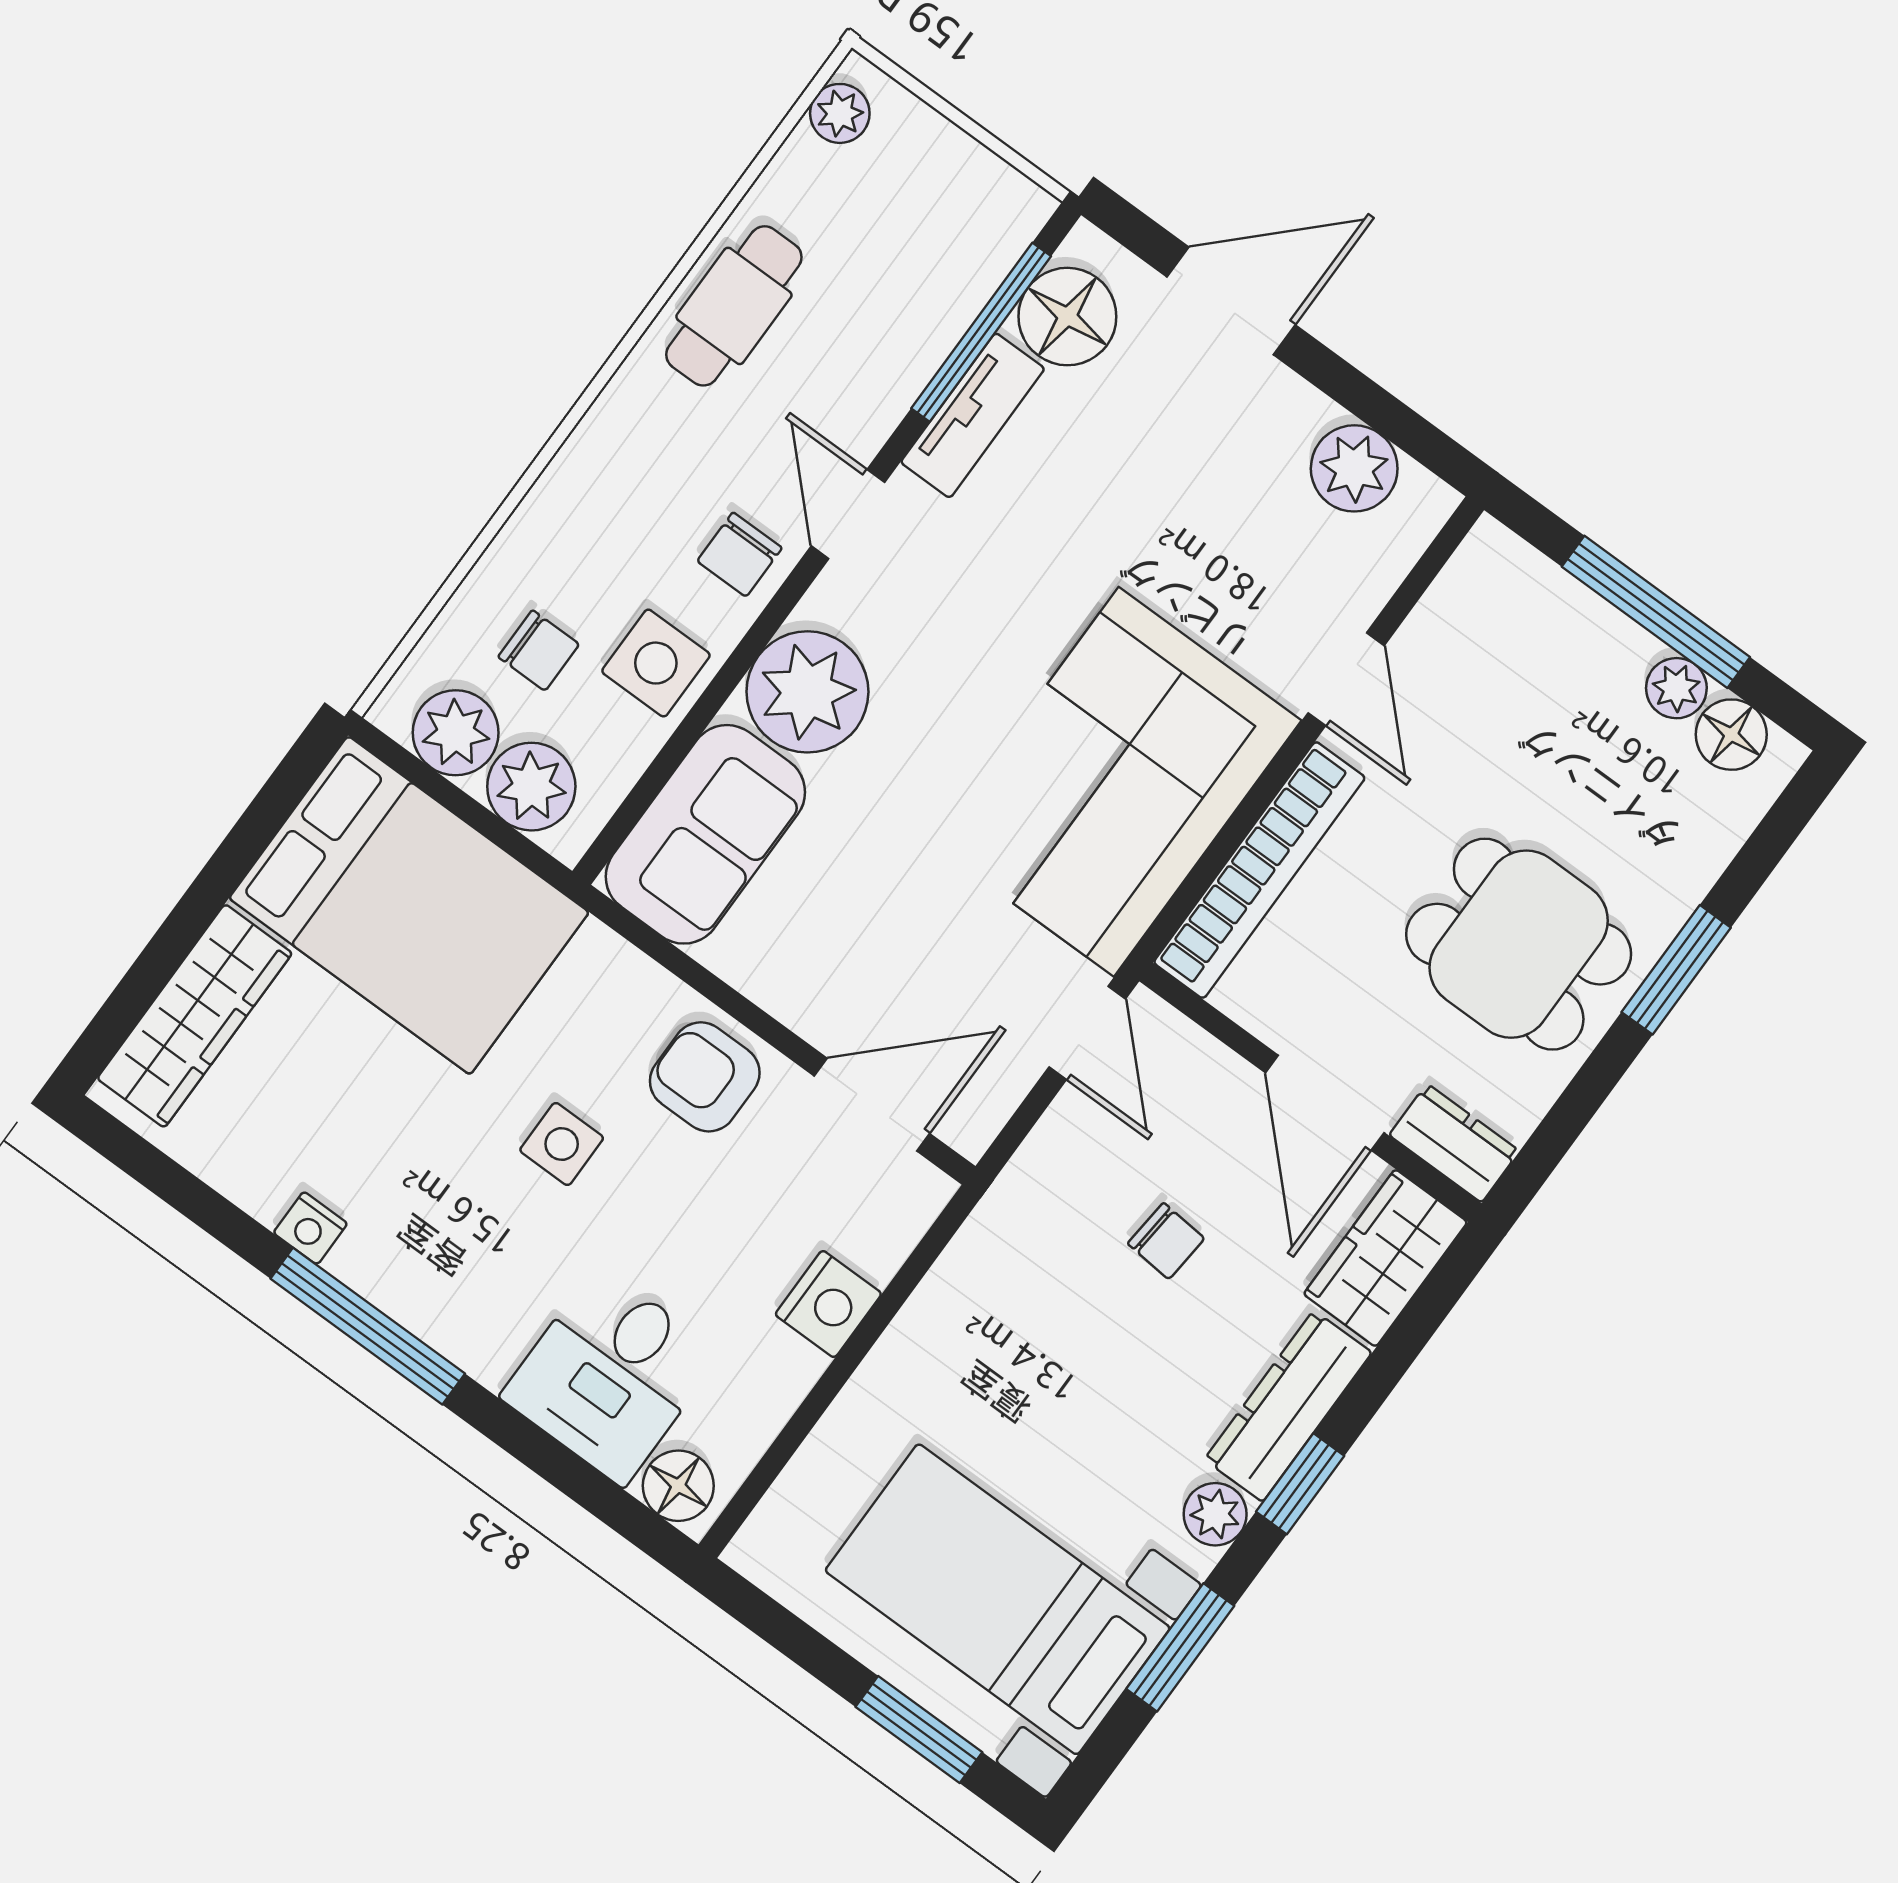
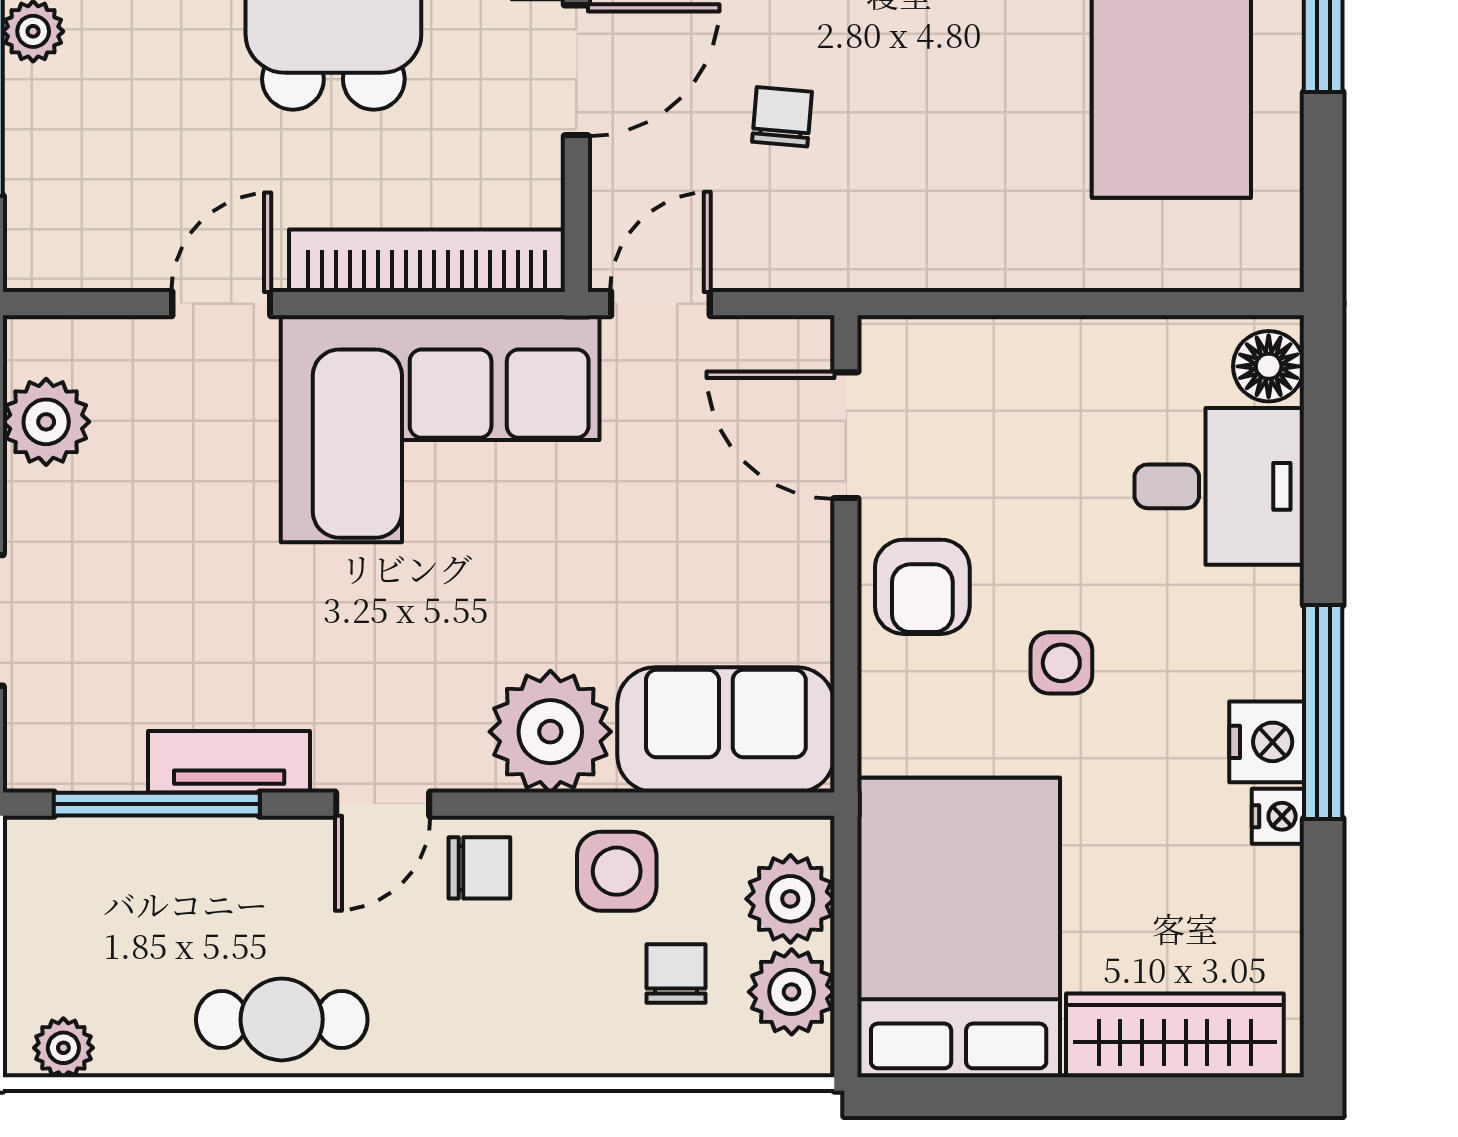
floor lamp: (1067, 317) -> (93, 744), removed
nightstand: (828, 1304) -> (1267, 742), moved, turned 90

